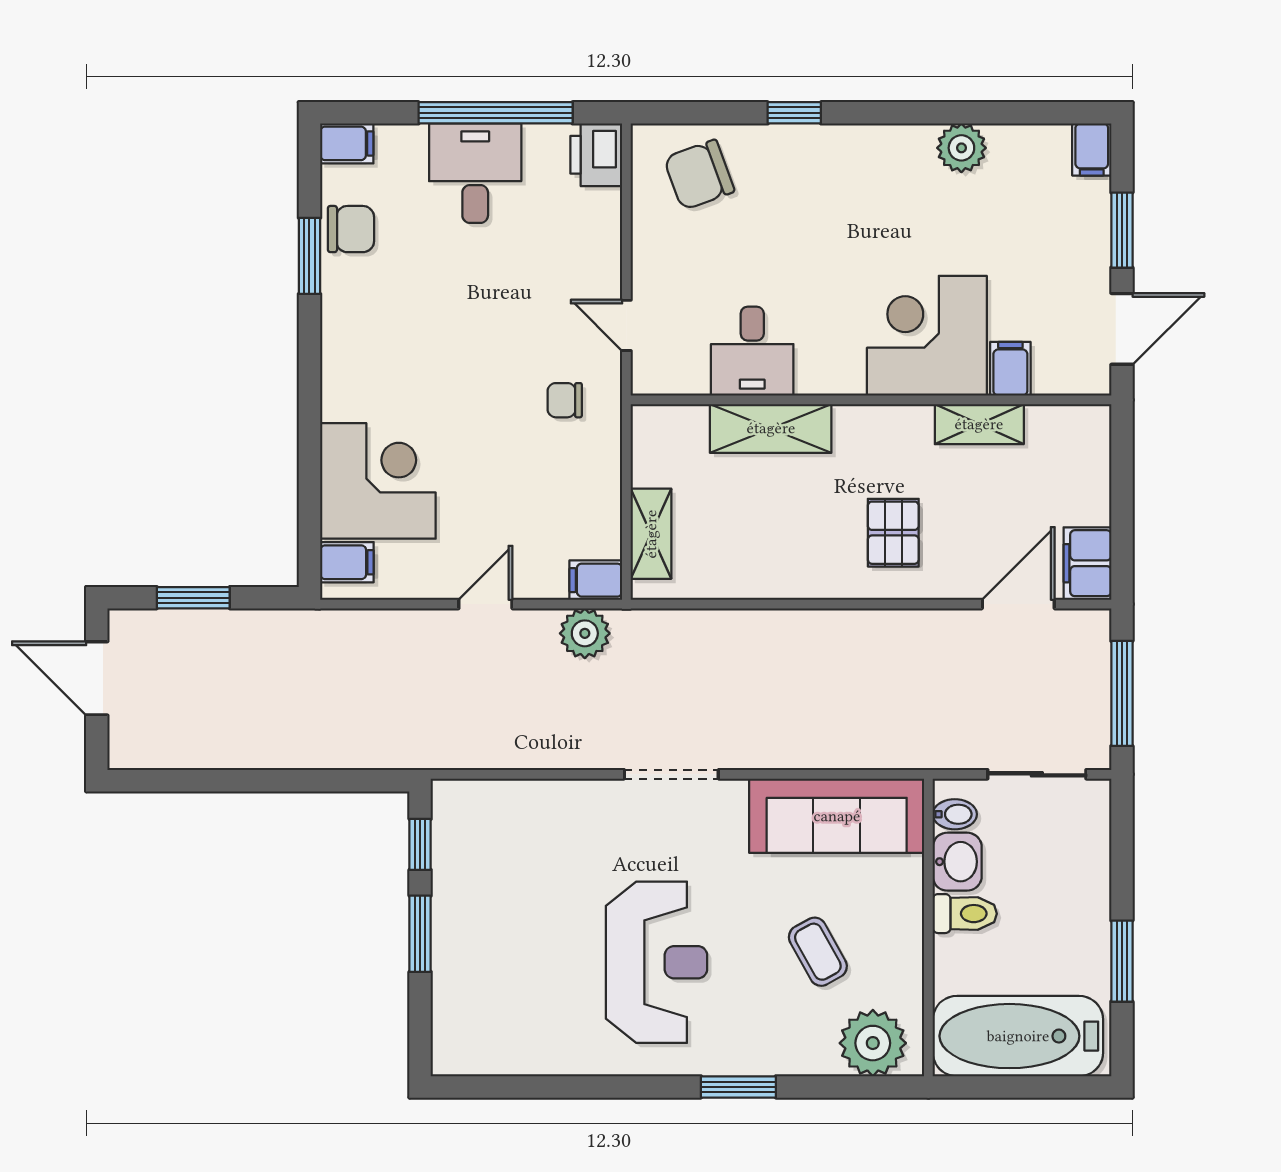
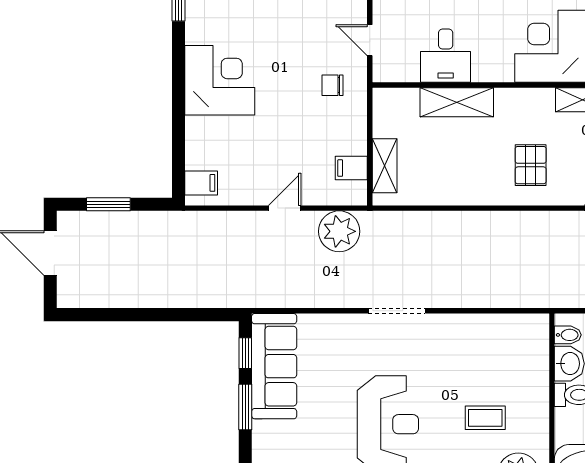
corner desk: (378, 481) -> (220, 80), moved
filing cabinet: (596, 580) -> (351, 168), moved
plant: (585, 633) -> (339, 231), width x1.36, depth x1.36
sofa: (837, 816) -> (274, 366), moved, turned -90
coffee table: (818, 952) -> (485, 418), turned -61

